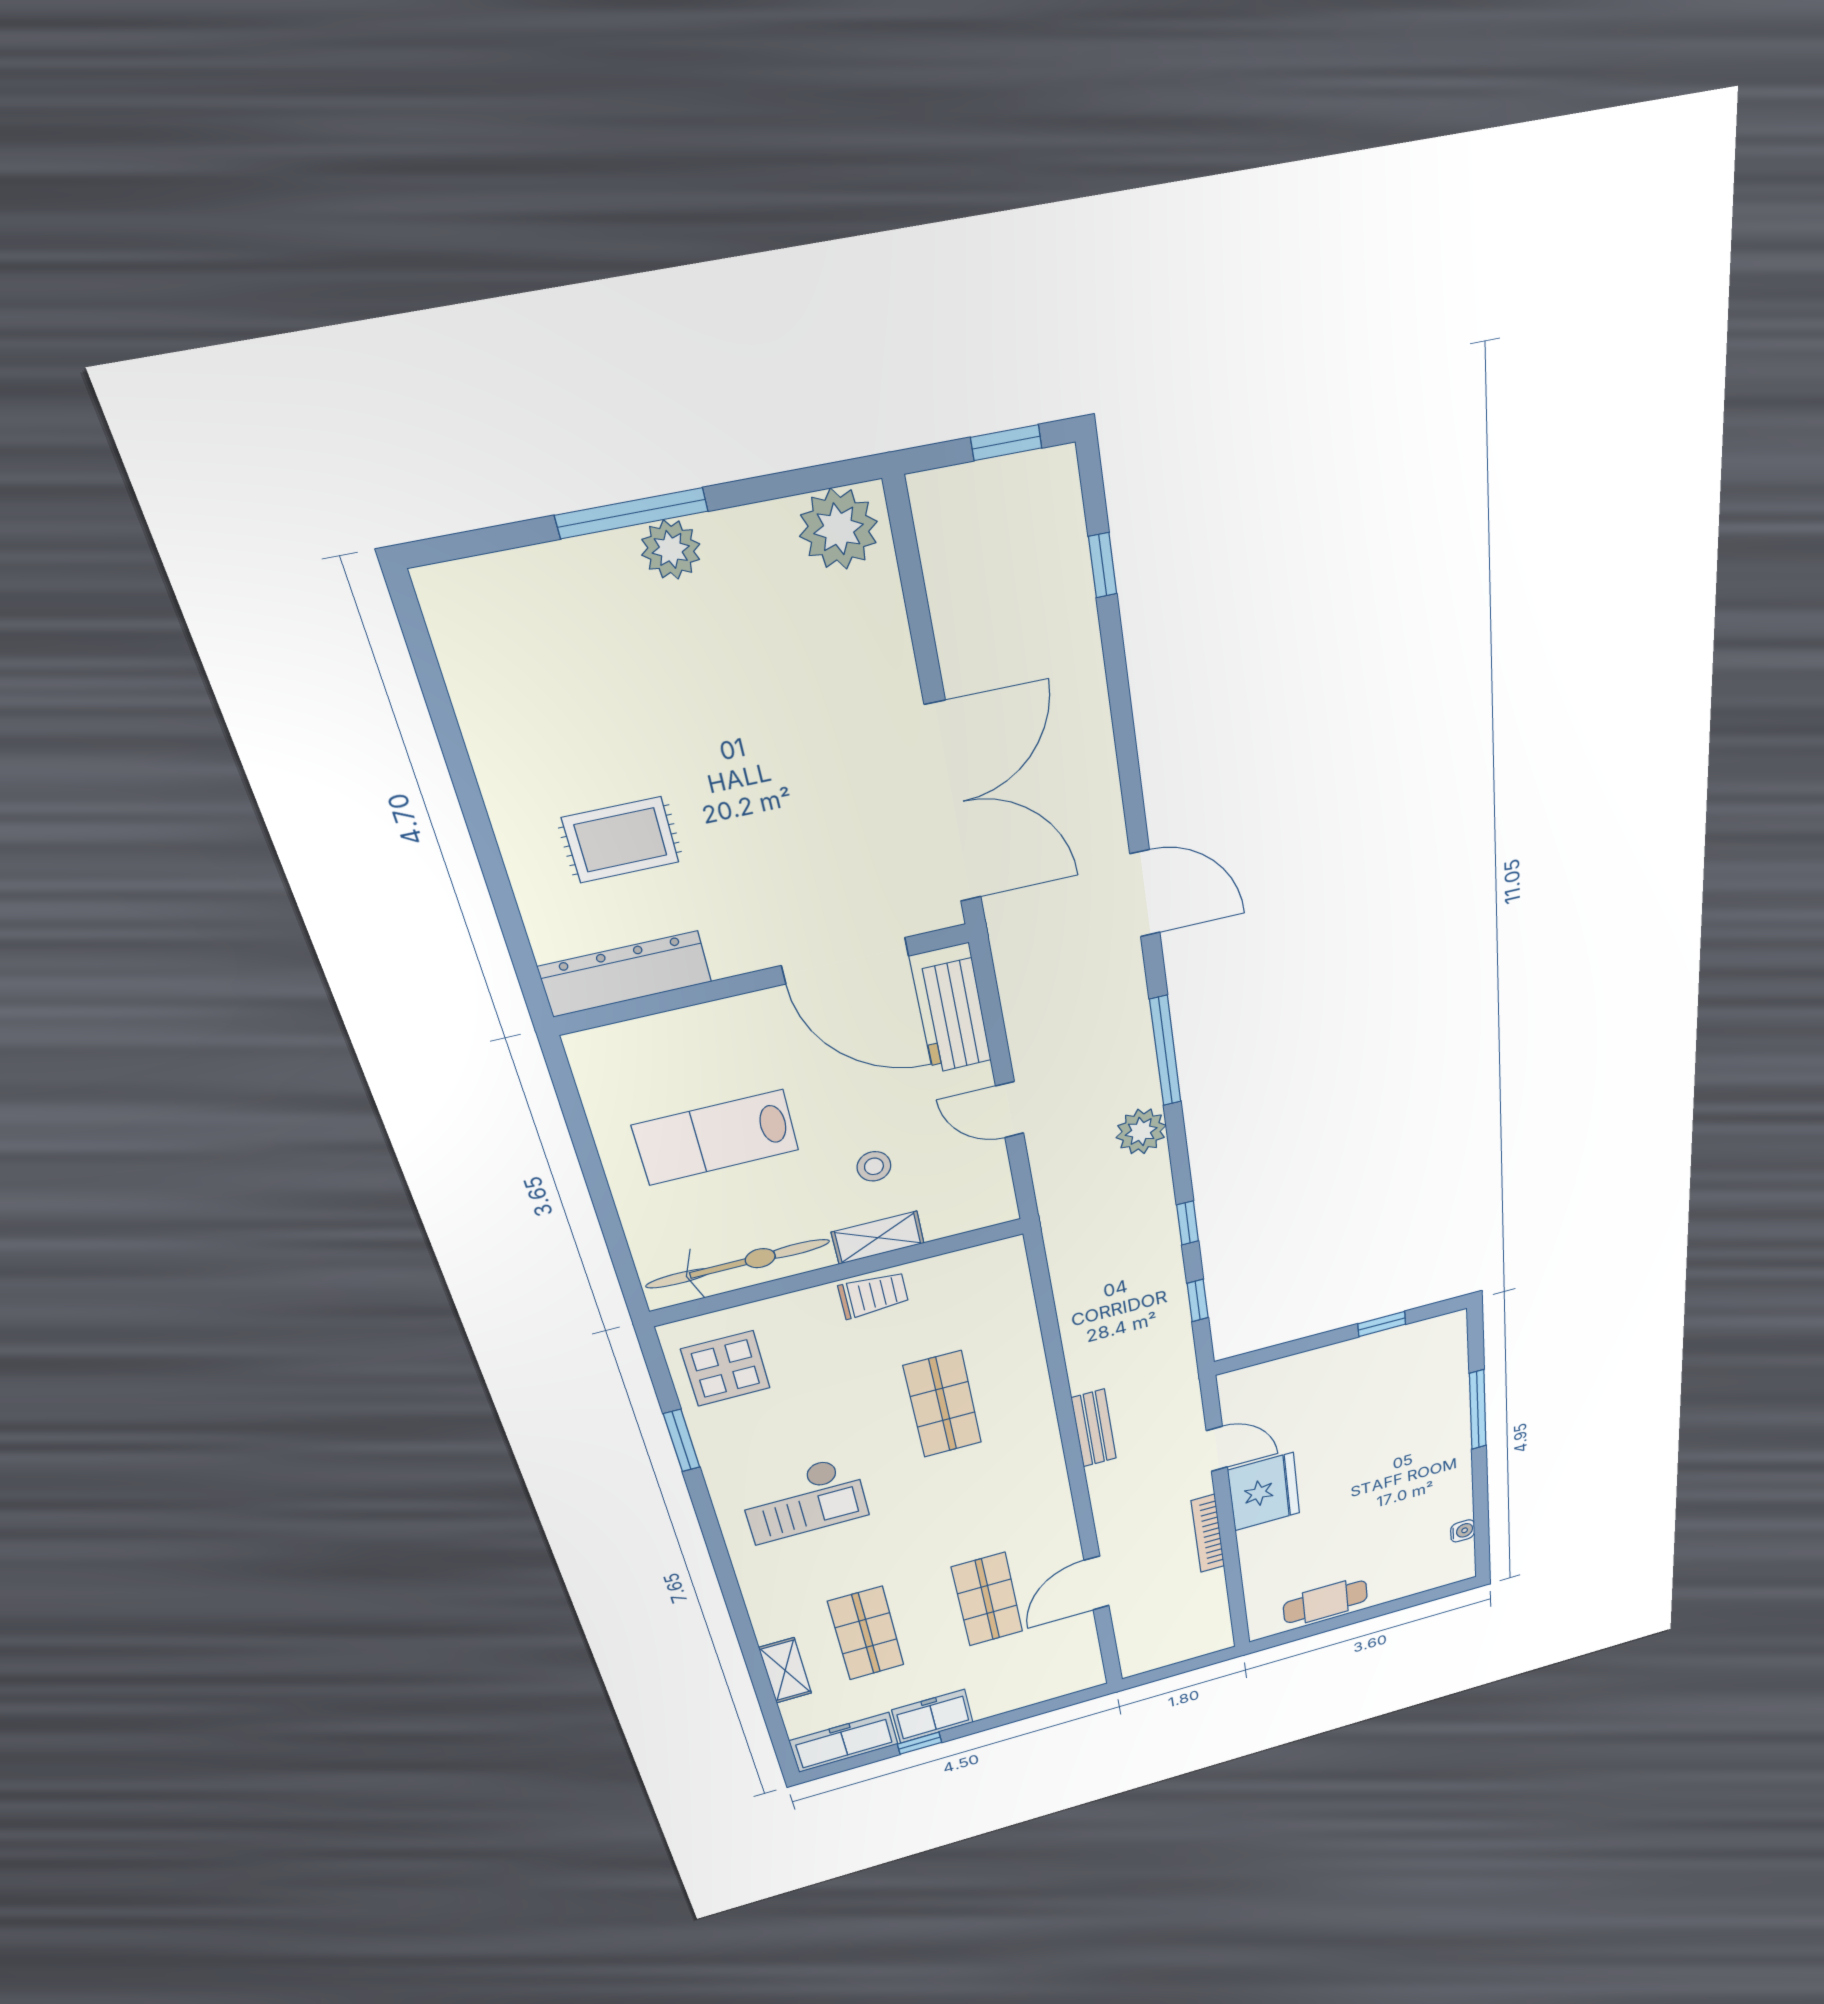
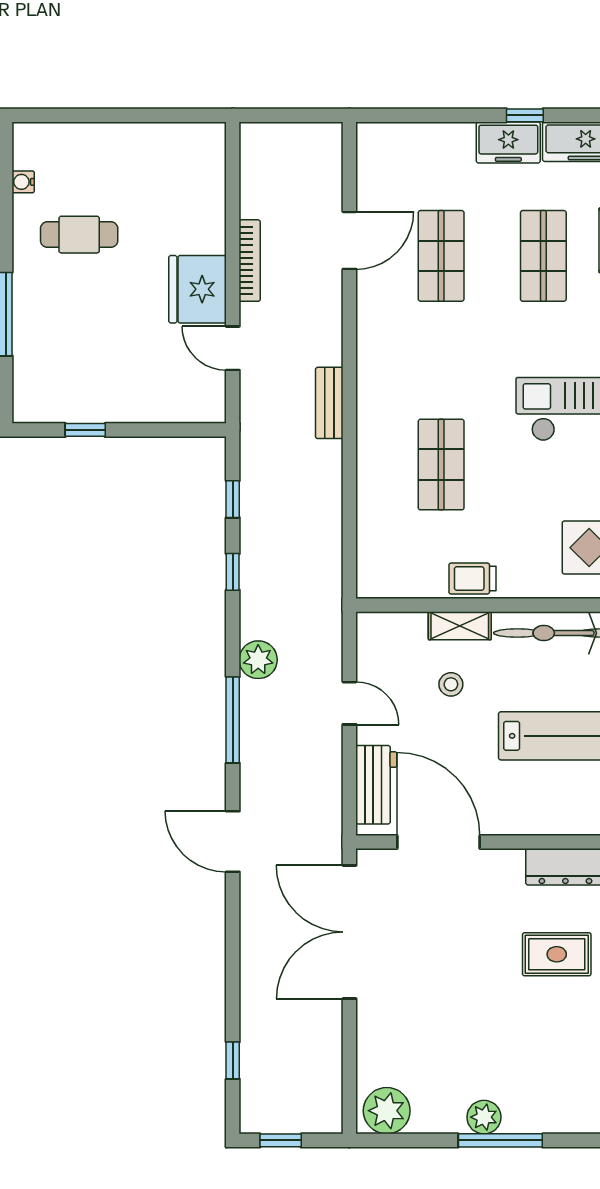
cafe table: (1325, 1602) -> (79, 235), moved

